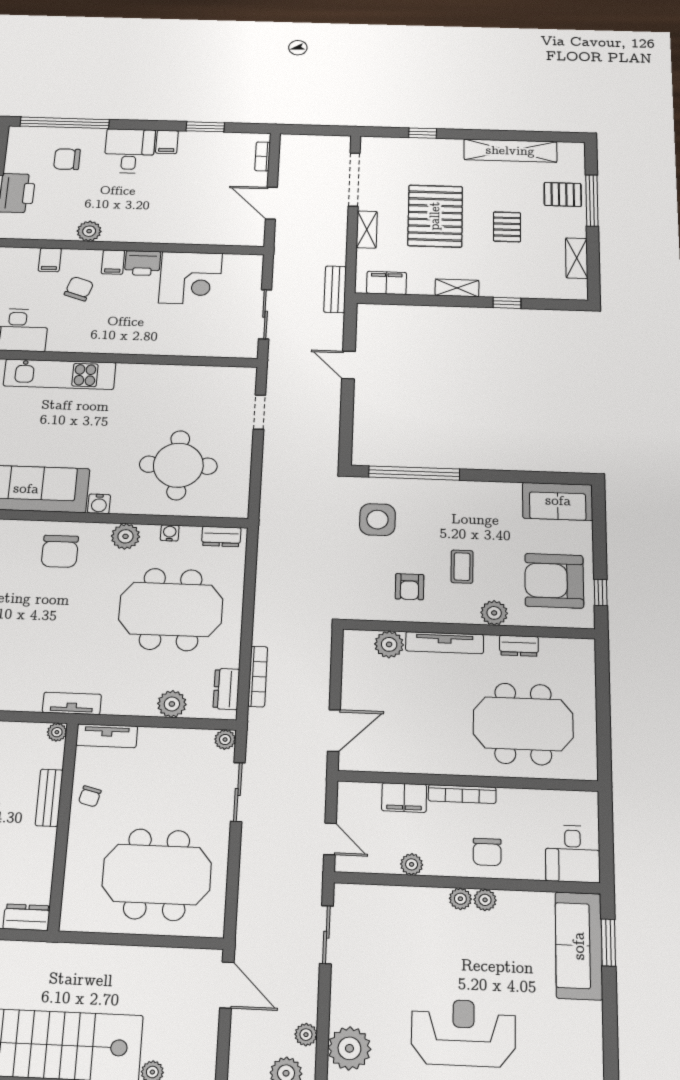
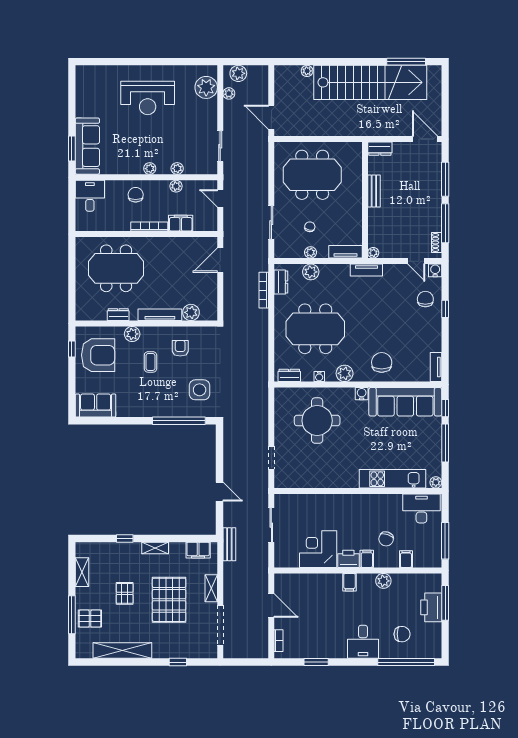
filing cabinet: (167, 142) -> (349, 582), moved, turned 180
plant: (225, 740) -> (311, 252), moved
chair: (90, 796) -> (310, 227), moved
bench: (49, 798) -> (374, 191), moved
plant: (485, 900) -> (177, 168), moved

